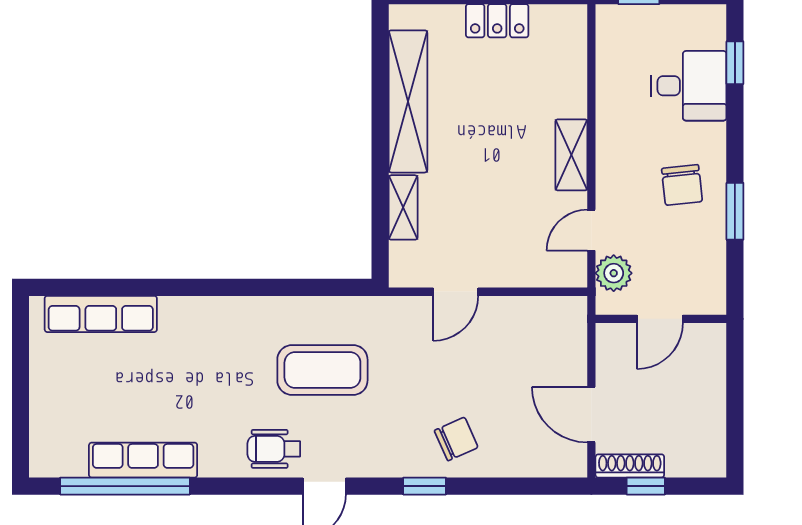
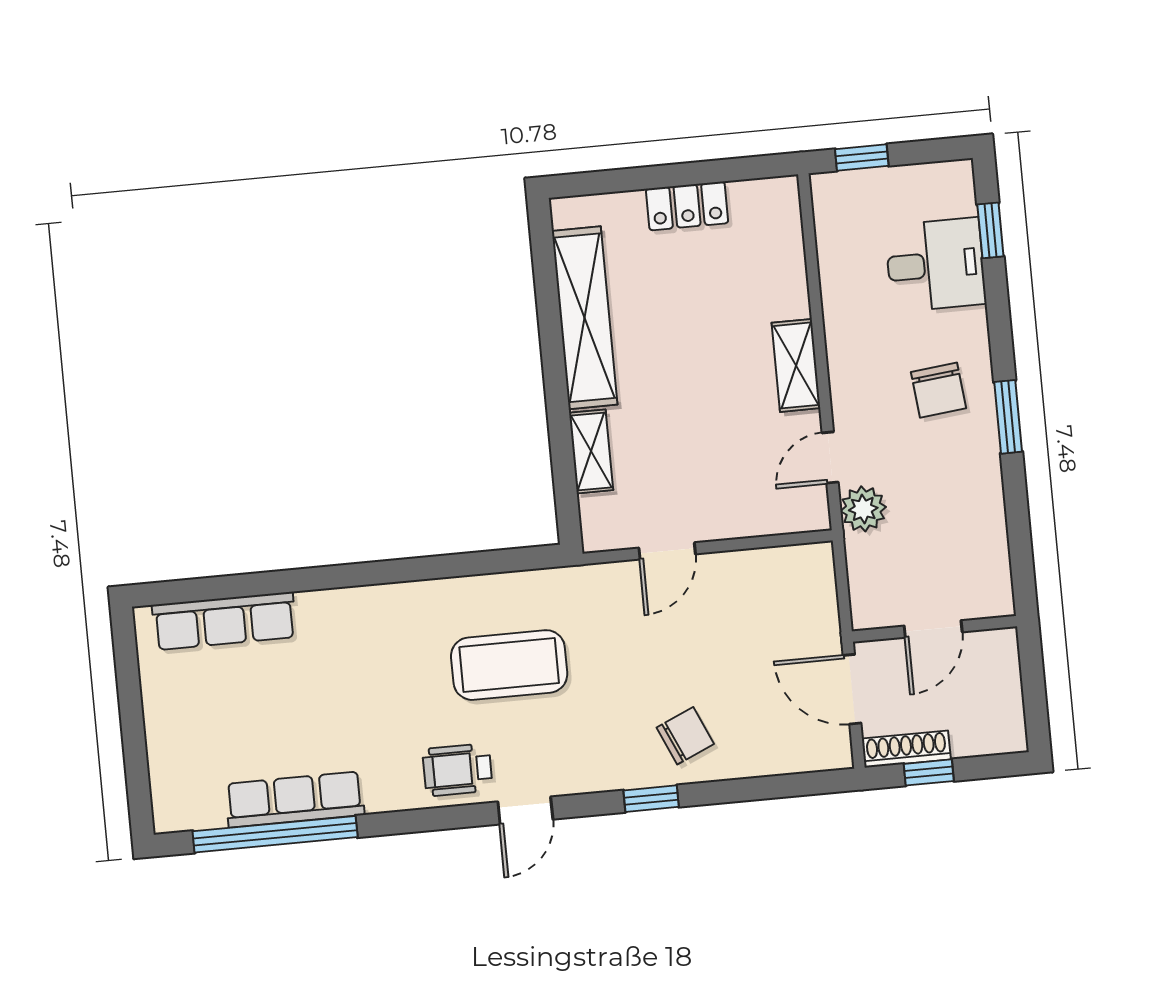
door: (660, 319) -> (933, 629), moved
wall: (661, 319) -> (934, 629), moved

